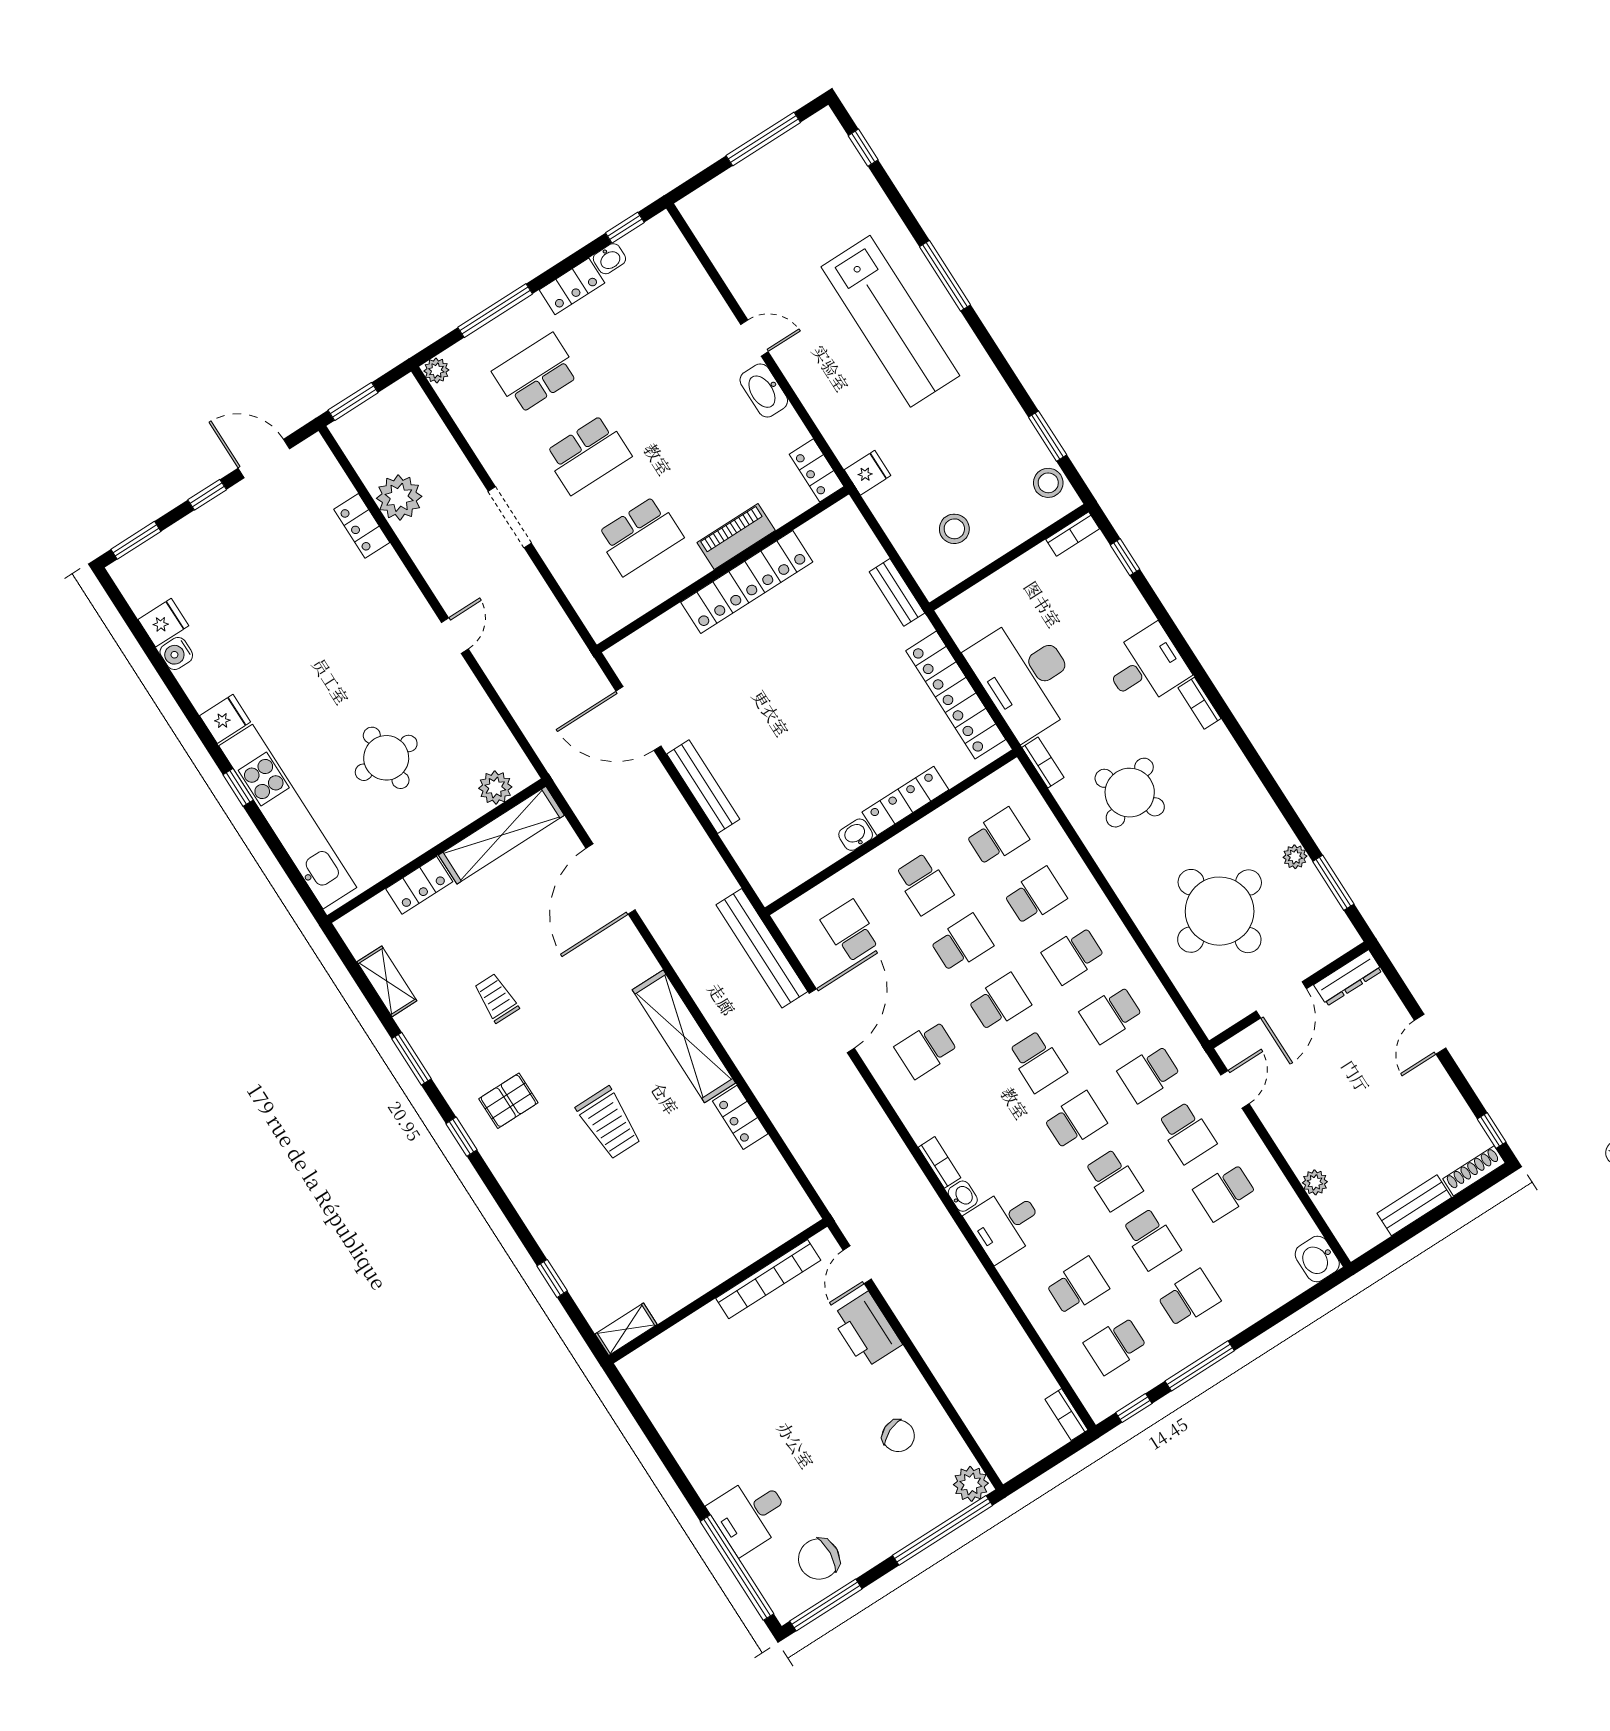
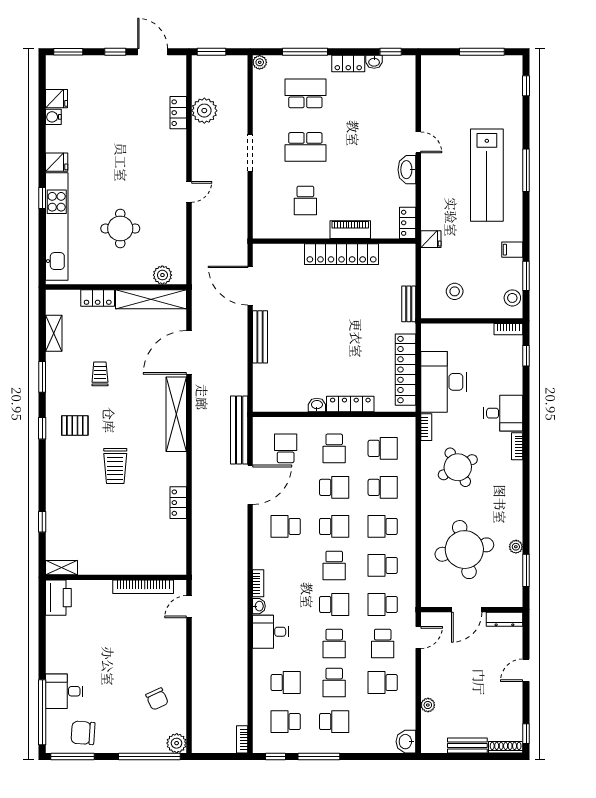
filing cabinet: (1001, 410) -> (512, 250), added
school desk: (640, 536) -> (305, 200), width x0.54
shelving: (684, 1036) -> (176, 414), moved
printer: (866, 1330) -> (58, 598), moved, turned 180

